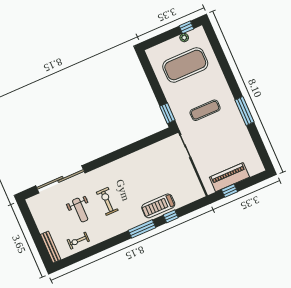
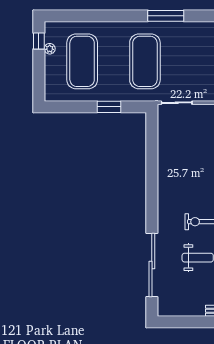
exercise mat: (205, 110) -> (145, 61), width x2.00, depth x1.45
window: (167, 113) -> (109, 107), moved

